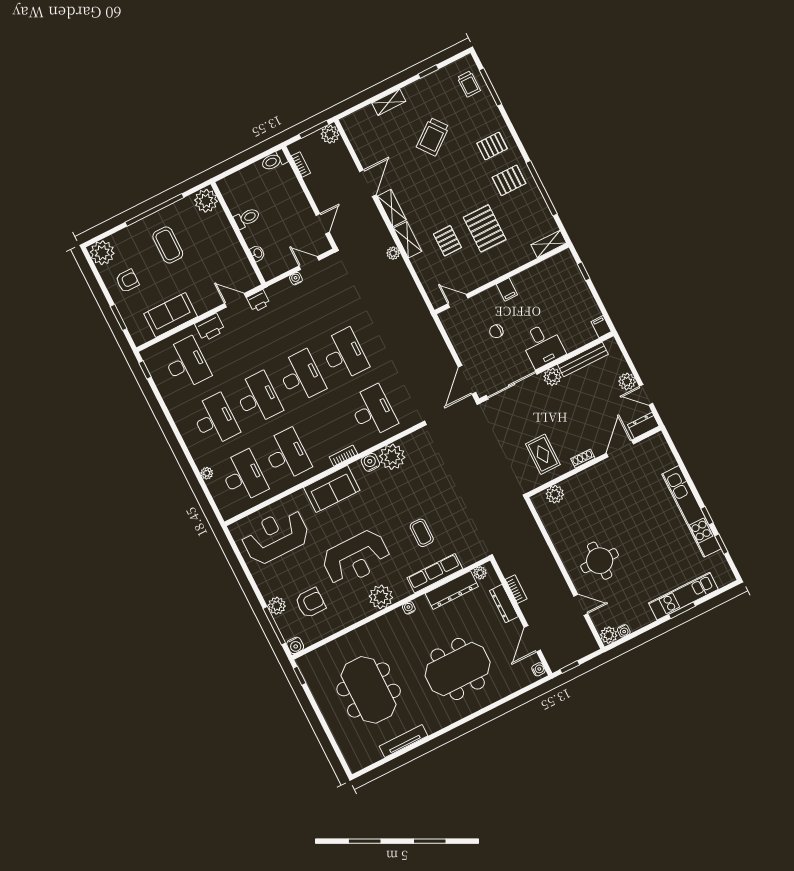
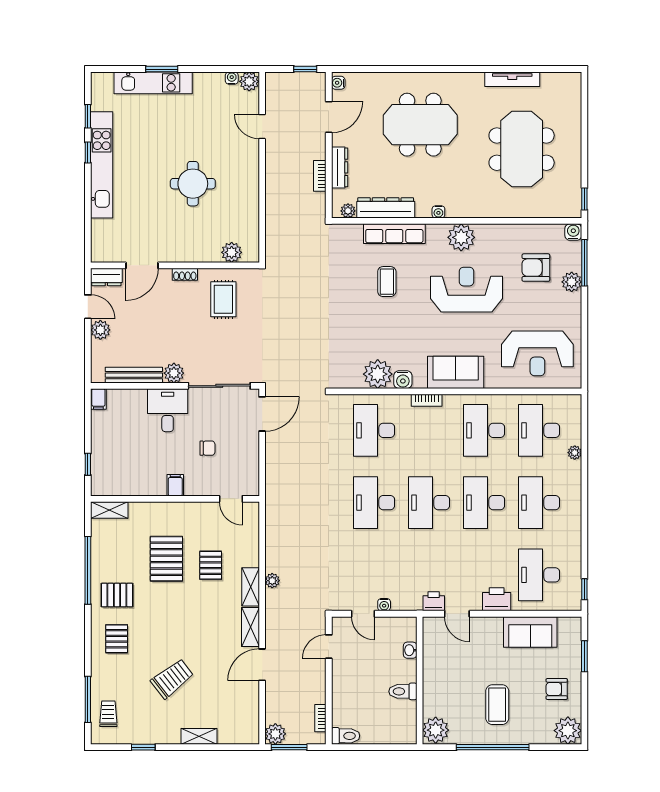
pallet: (492, 146) -> (117, 639), turned 90
round table: (600, 561) -> (193, 184), moved

